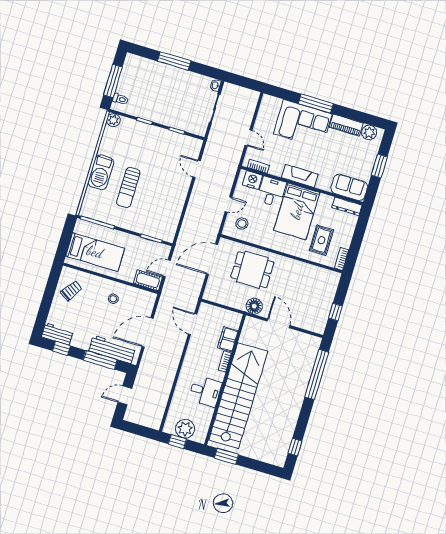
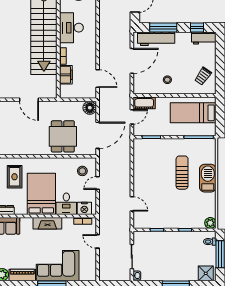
shower: (136, 64) -> (206, 273), added
dining table: (252, 270) -> (63, 136), turned 90
floor lamp: (254, 306) -> (90, 108), moved
desk: (205, 391) -> (71, 28), width x1.37

